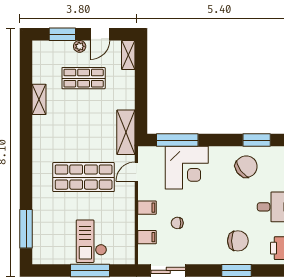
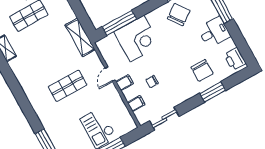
door: (136, 172) -> (110, 74), moved
shop shelf: (84, 177) -> (68, 86), width x0.70, depth x0.74
chair: (238, 241) -> (202, 70), turned 90

